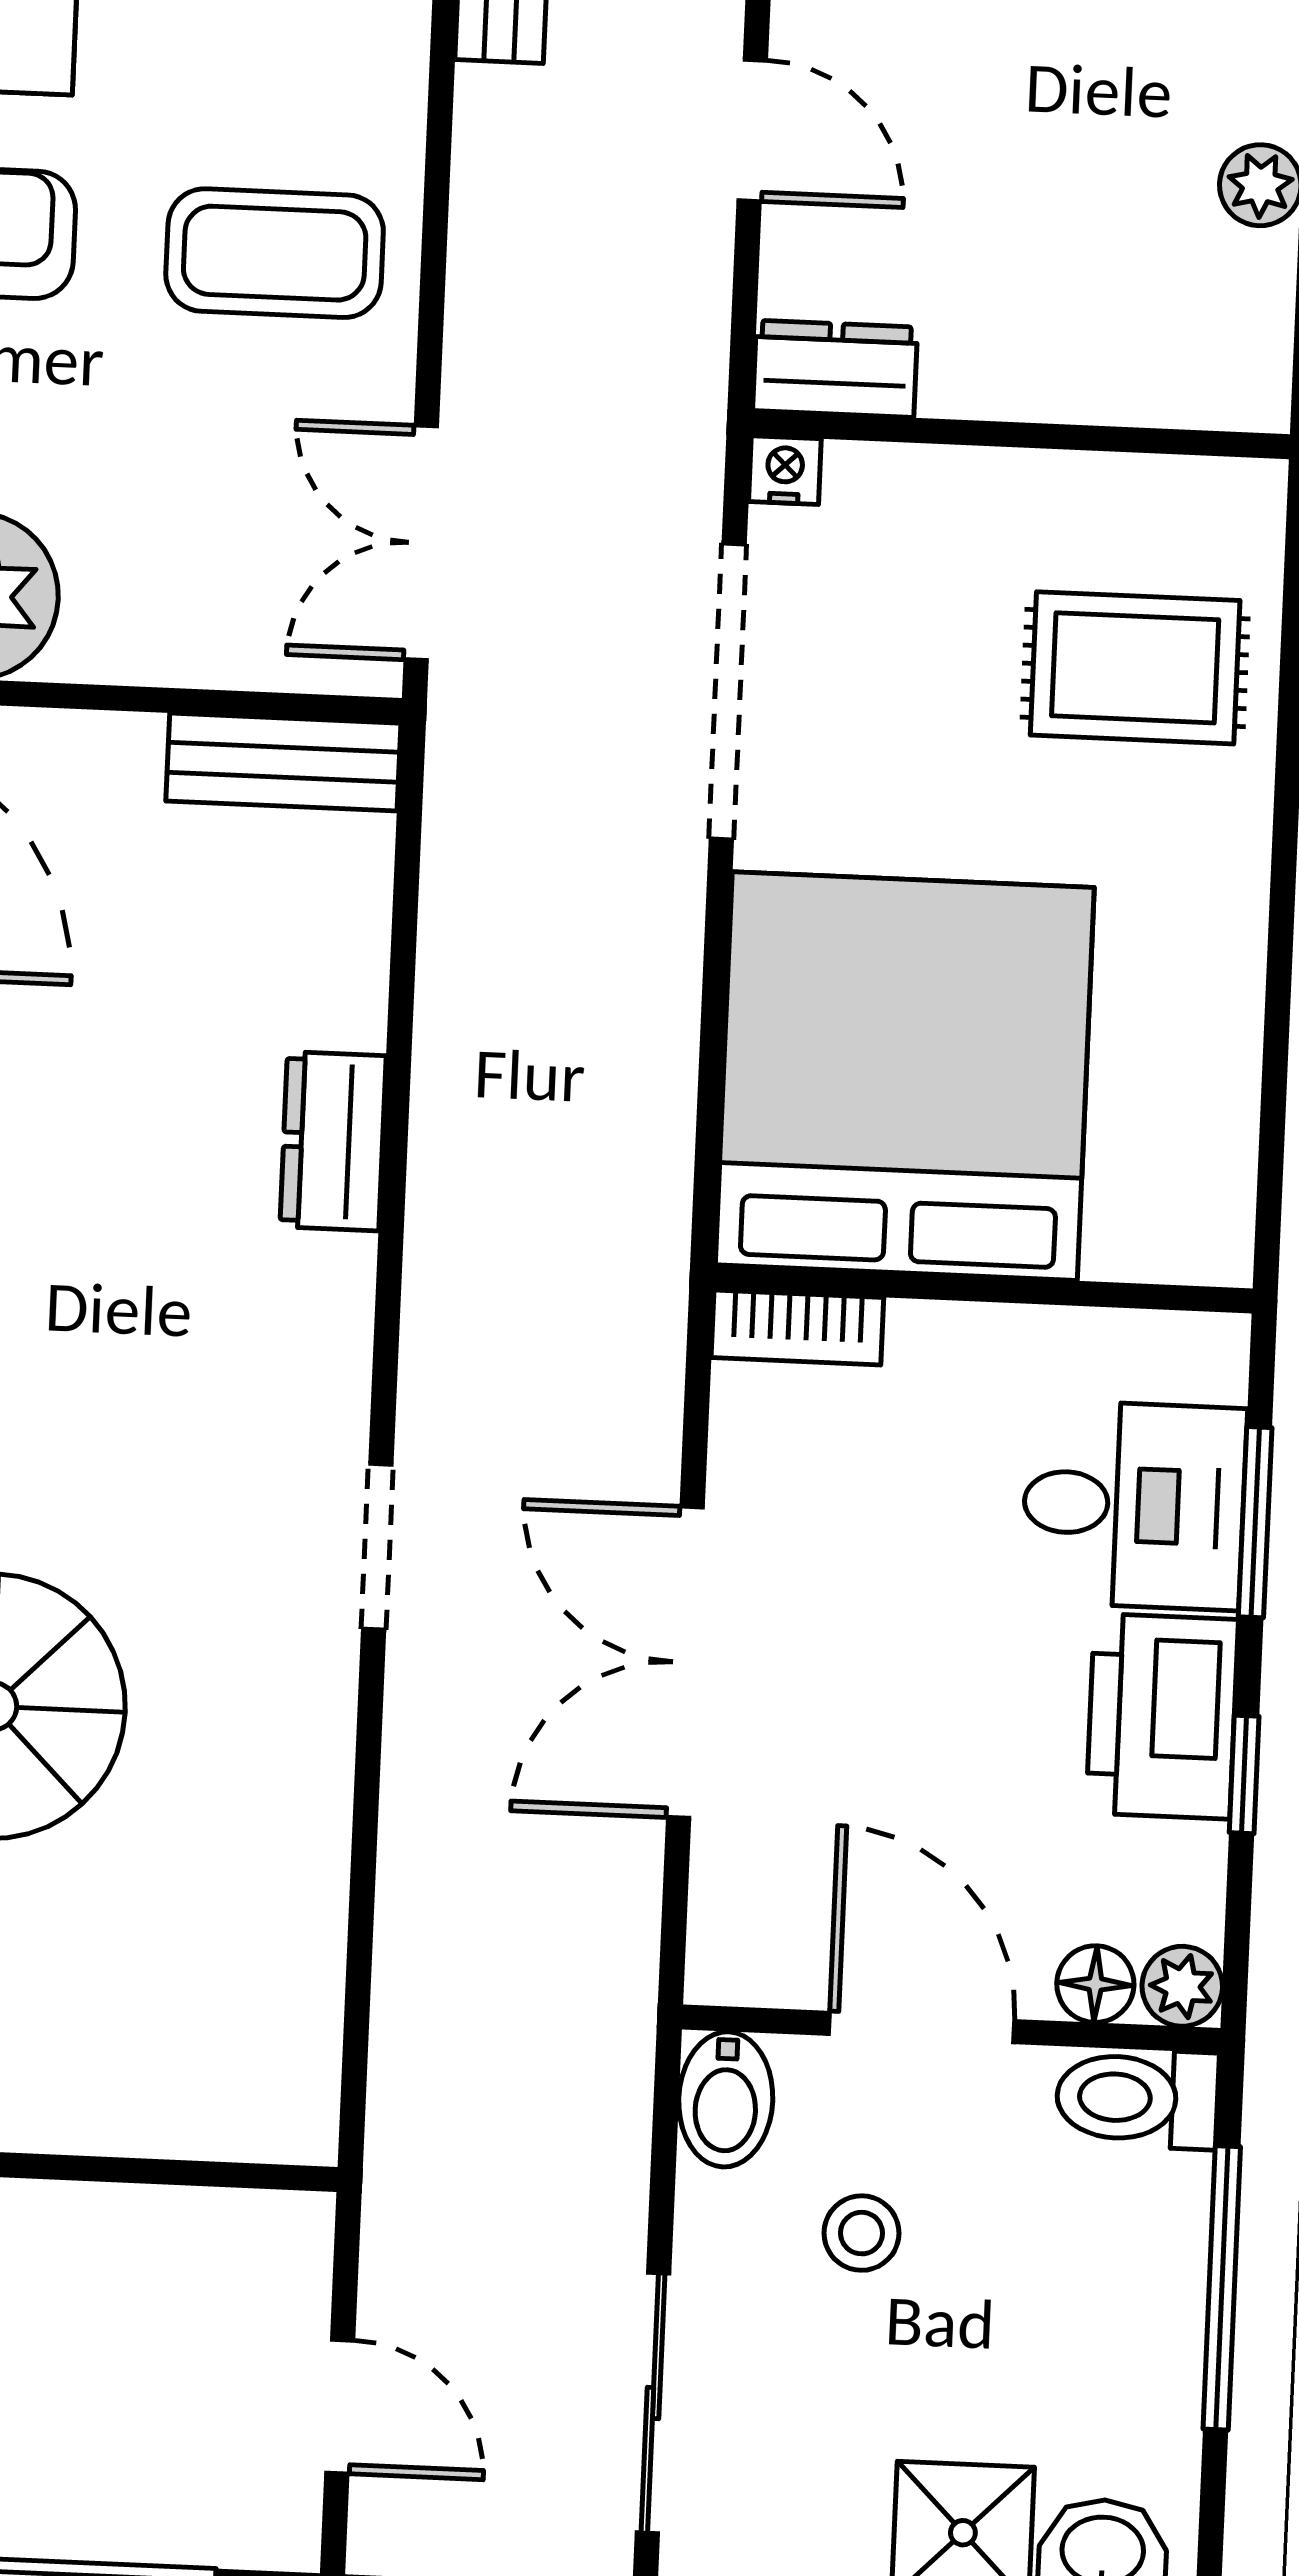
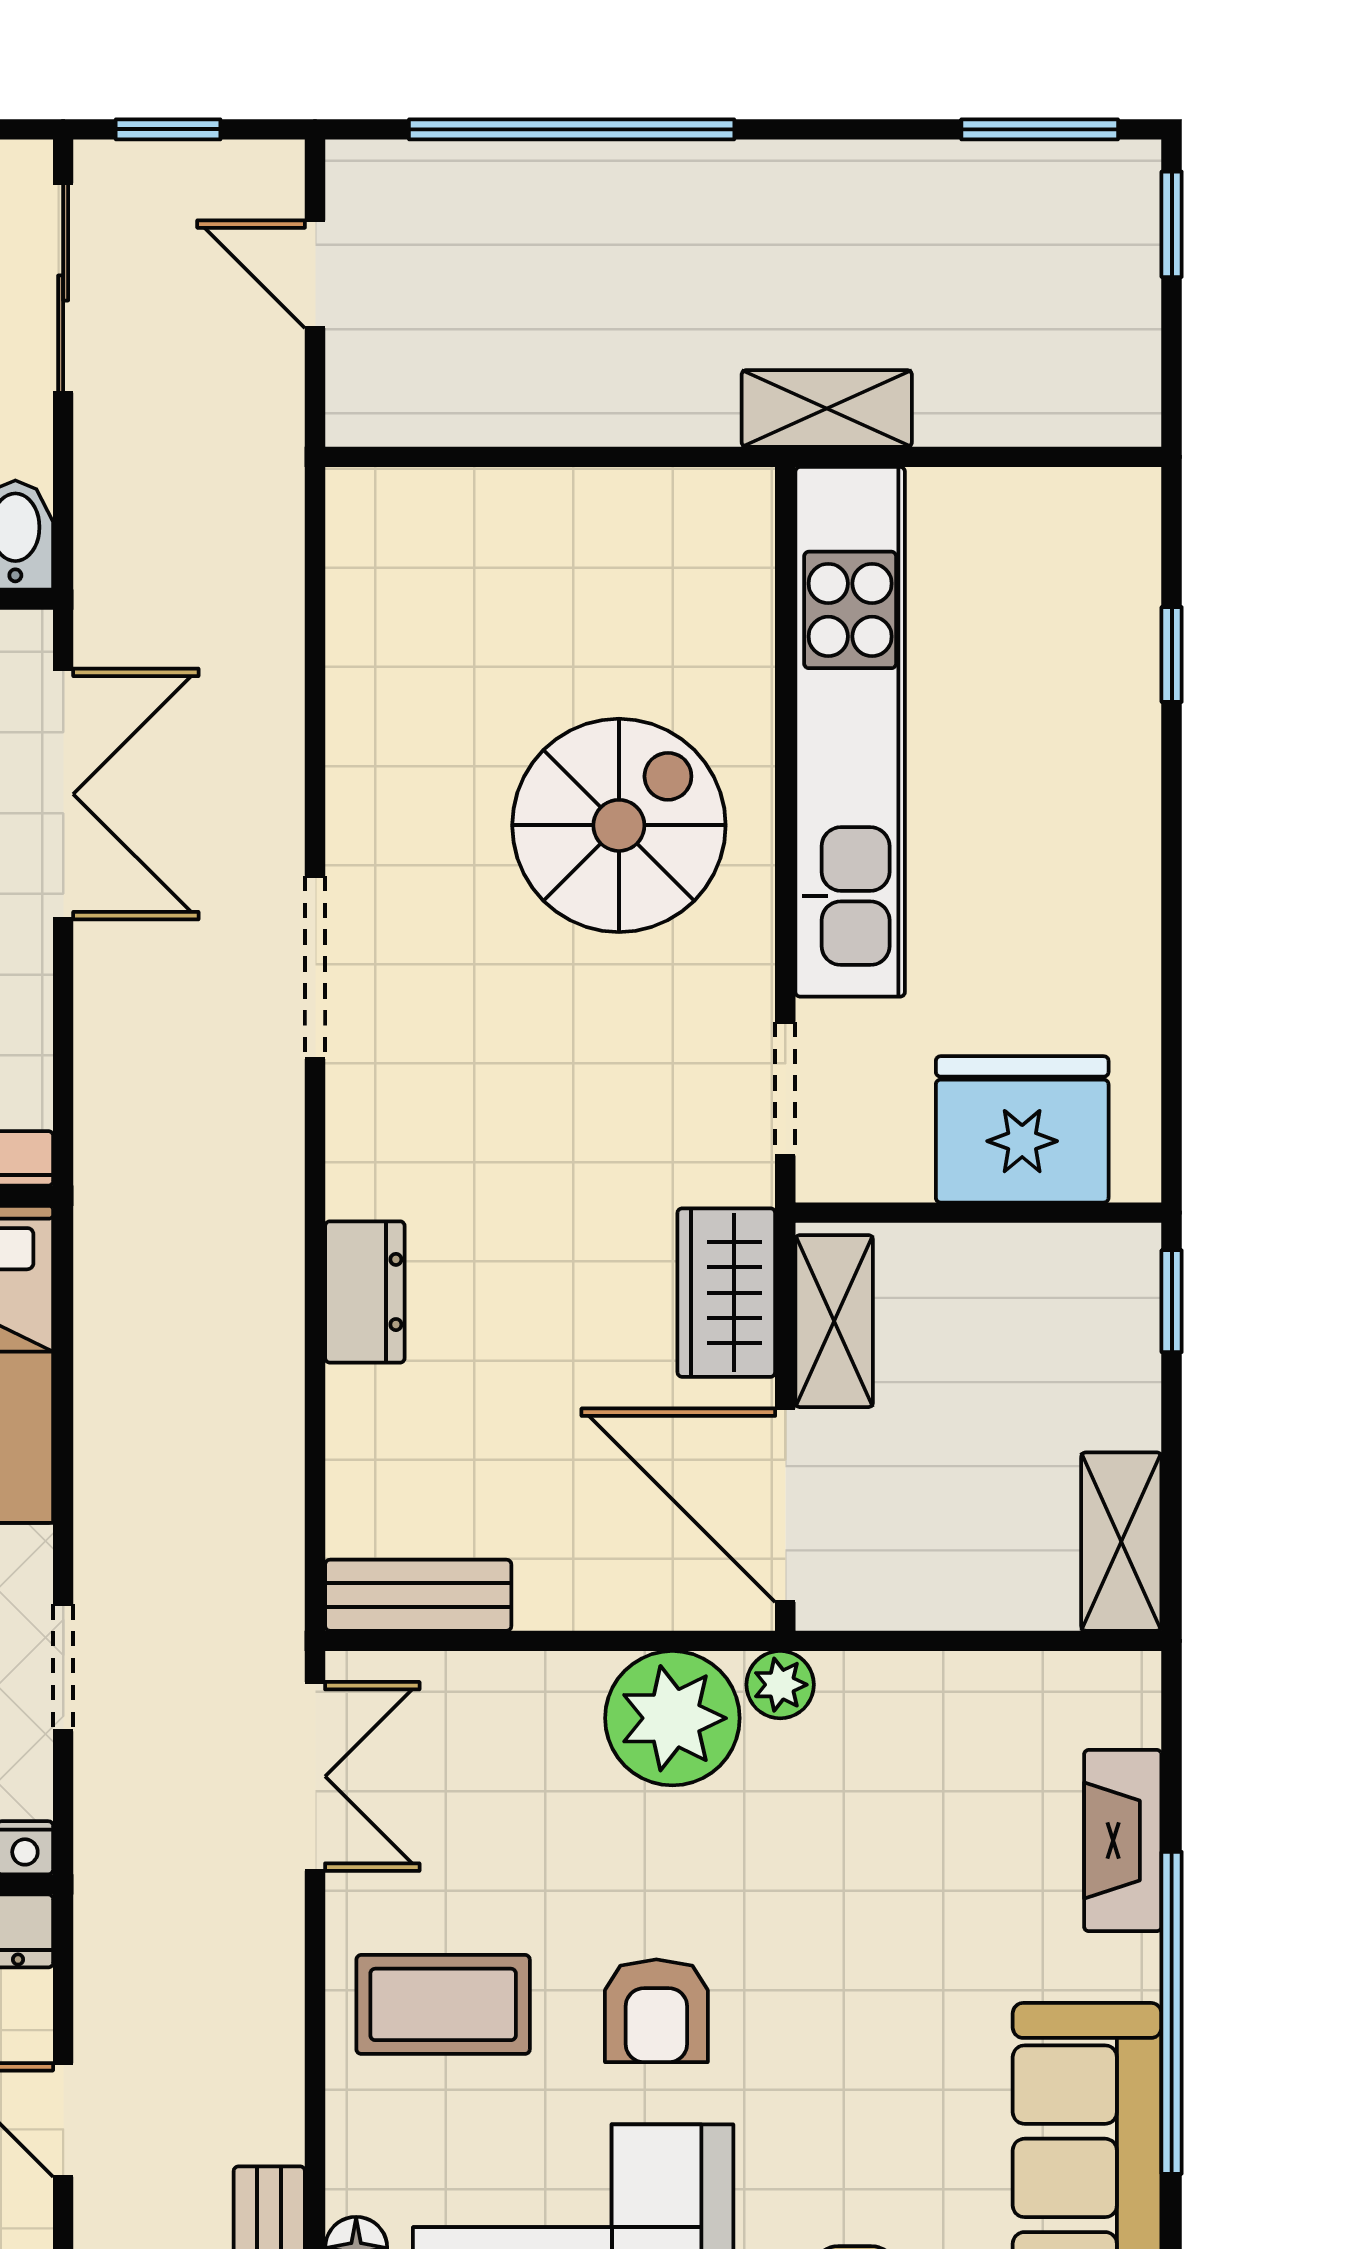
doorway: (728, 691) -> (63, 1668), width x0.53
doorway: (377, 1547) -> (315, 967), width x1.38
double door: (685, 1662) -> (63, 794), moved

